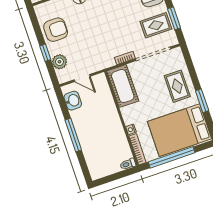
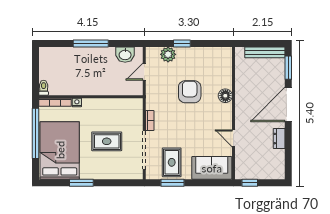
armchair: (56, 30) -> (190, 92), moved, turned 180
cot: (123, 86) -> (123, 109), removed
rug: (177, 86) -> (107, 141), moved

